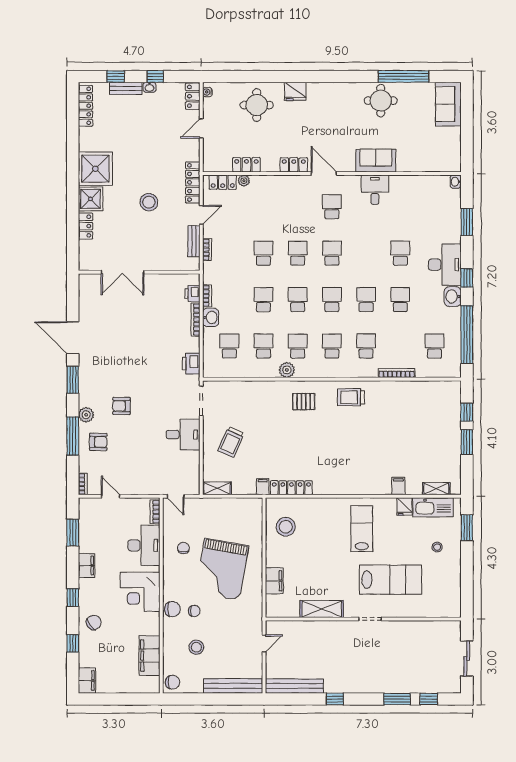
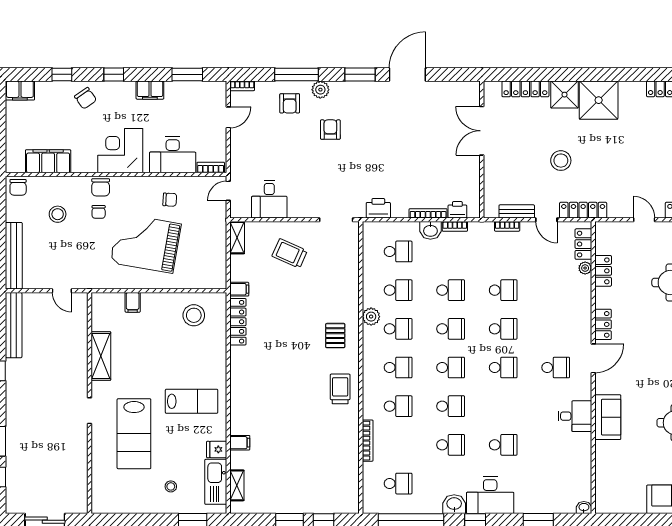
locker: (86, 226) -> (525, 89), width x1.53
desk: (183, 435) -> (269, 199), moved
filing cabinet: (274, 581) -> (133, 302), width x0.50

